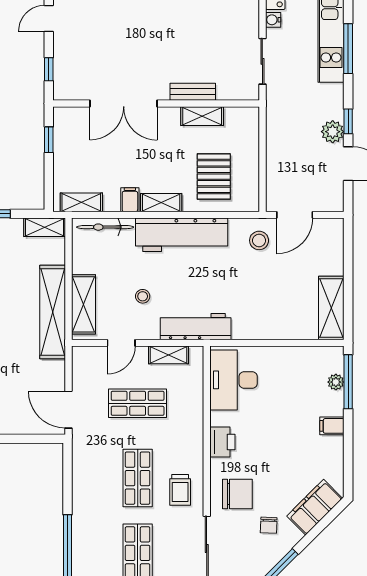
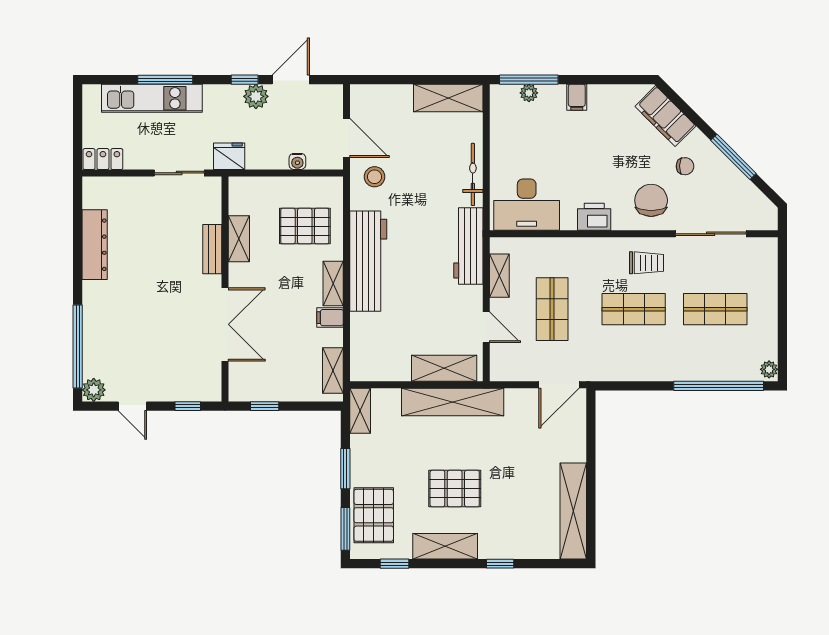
water cooler: (273, 20) -> (297, 161), moved
fridge: (278, 107) -> (229, 156), added
bicycle: (105, 227) -> (473, 174), moved, turned 180
stool: (143, 296) -> (435, 304), removed

